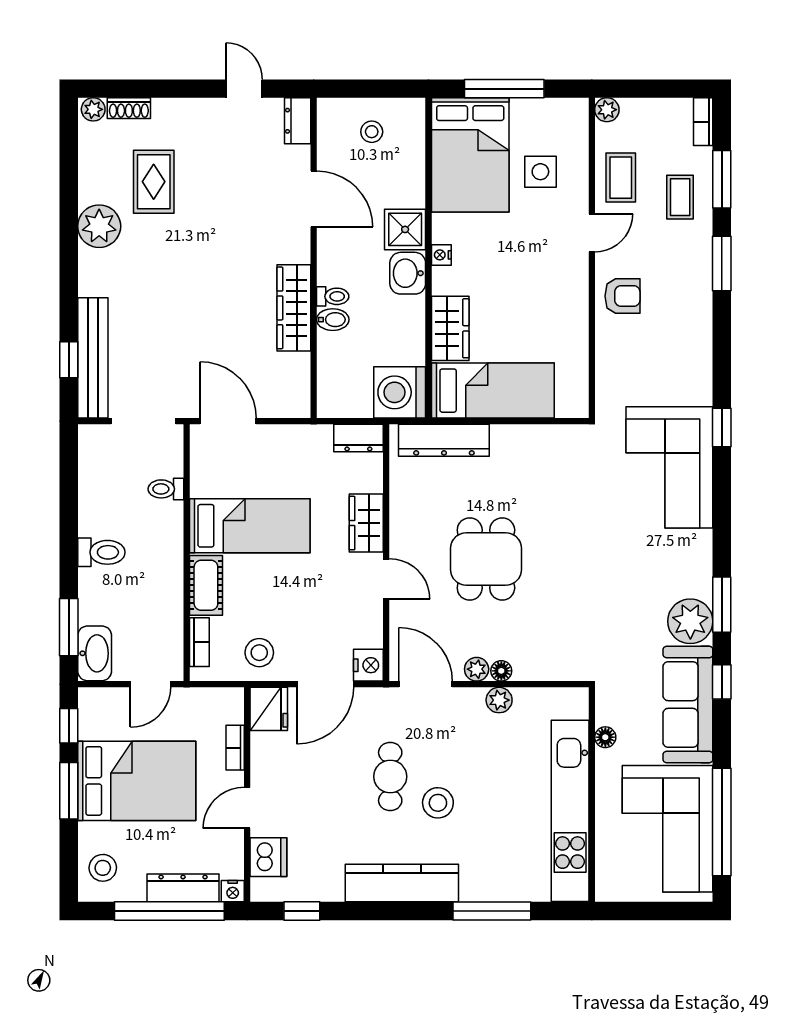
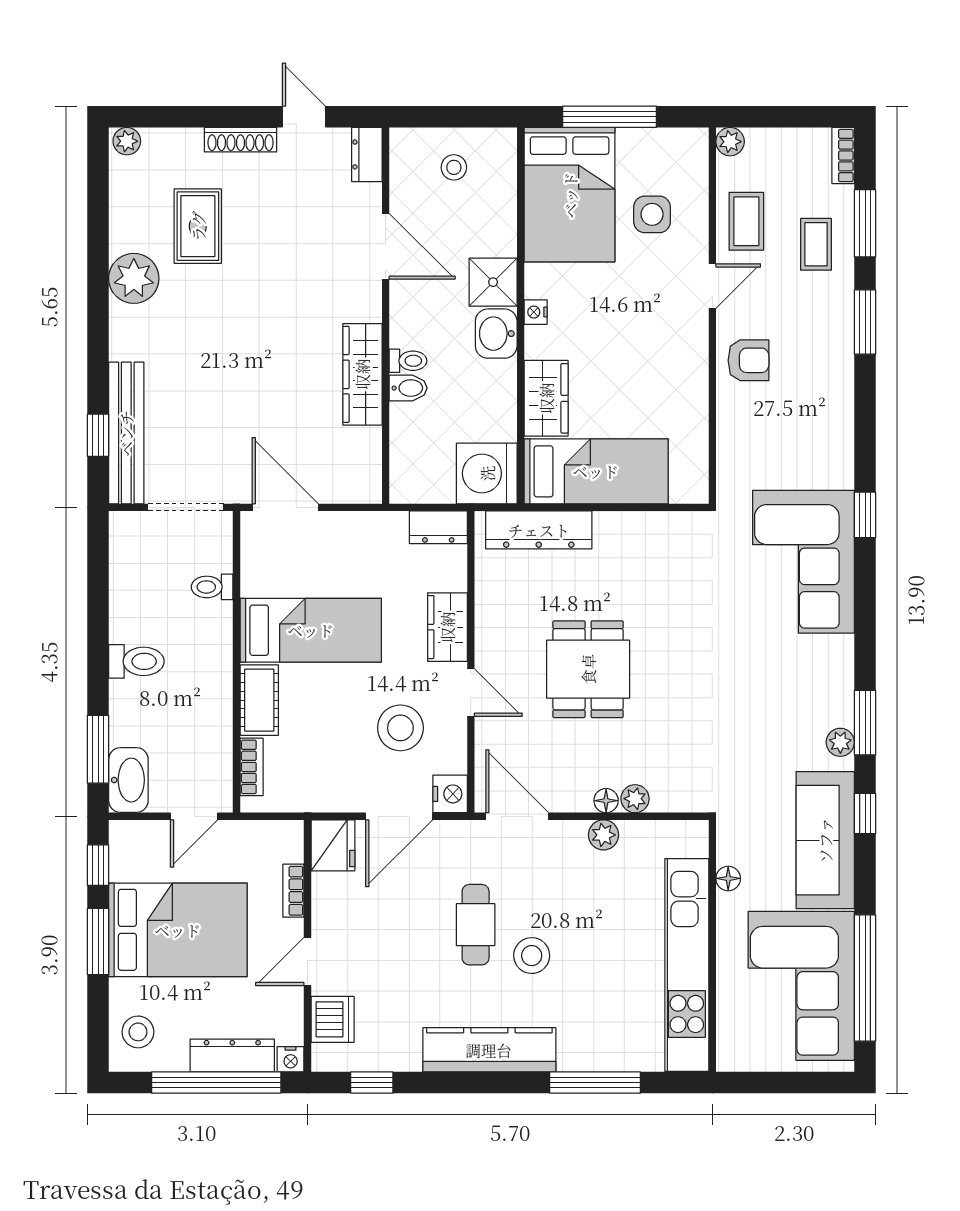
shoe rack: (129, 108) -> (241, 140), moved, width x1.43
plant: (690, 621) -> (840, 742), width x0.53, depth x0.53
stool: (259, 653) -> (400, 728), moved, width x1.38, depth x1.38
plant: (477, 669) -> (635, 799), moved

